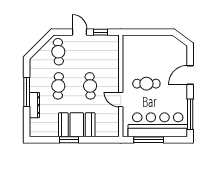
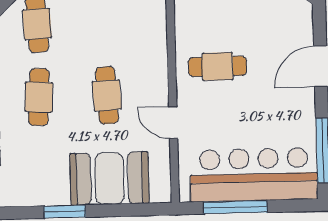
cafe table: (146, 84) -> (218, 66), moved
booth: (77, 125) -> (109, 178), moved

